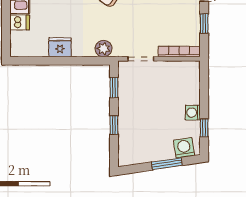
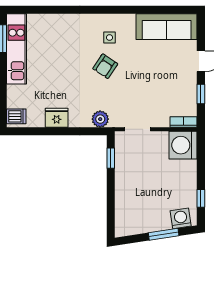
dishwasher: (20, 22) -> (16, 116), moved
bookcase: (179, 52) -> (184, 122), width x0.64
washing machine: (193, 113) -> (183, 145), moved, width x1.89, depth x1.89
window: (114, 125) -> (111, 196), removed

